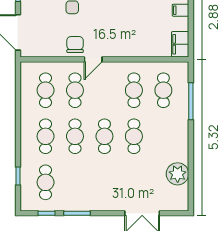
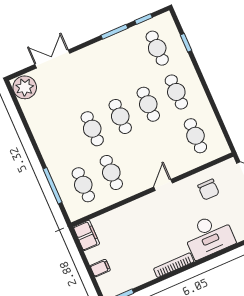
chair: (75, 45) -> (208, 190), moved
cafe table: (75, 90) -> (167, 148), removed
plant: (178, 174) -> (25, 87), moved

